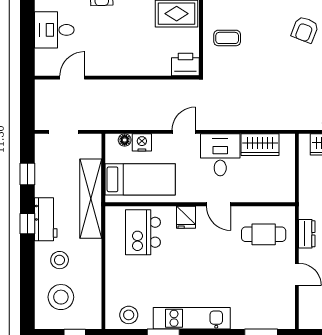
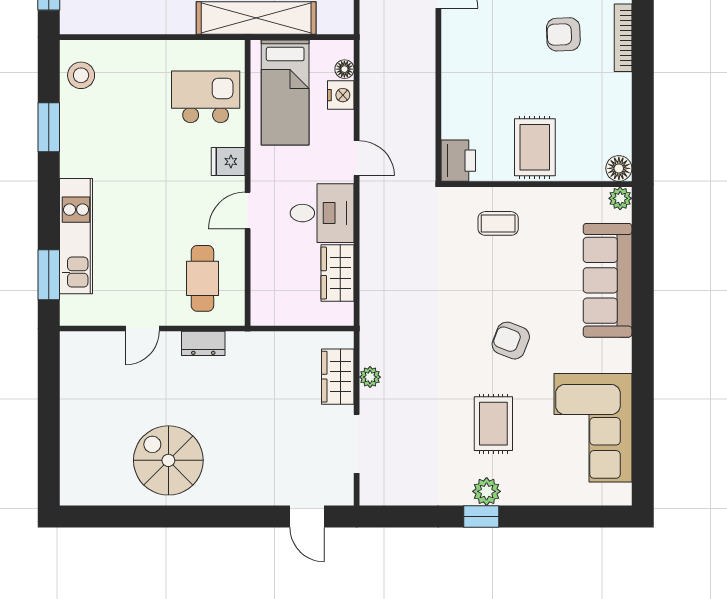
coffee table: (227, 38) -> (498, 223), turned 90
kitchen unit: (192, 318) -> (76, 236), moved

